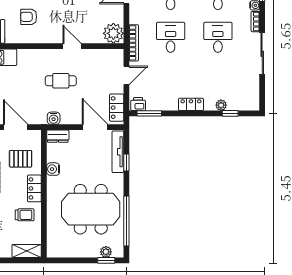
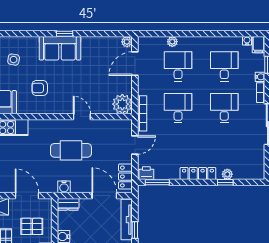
cafe table: (61, 81) -> (71, 150), width x1.37, depth x1.35
locker: (191, 104) -> (198, 173), width x1.53
window: (230, 113) -> (225, 182), moved

